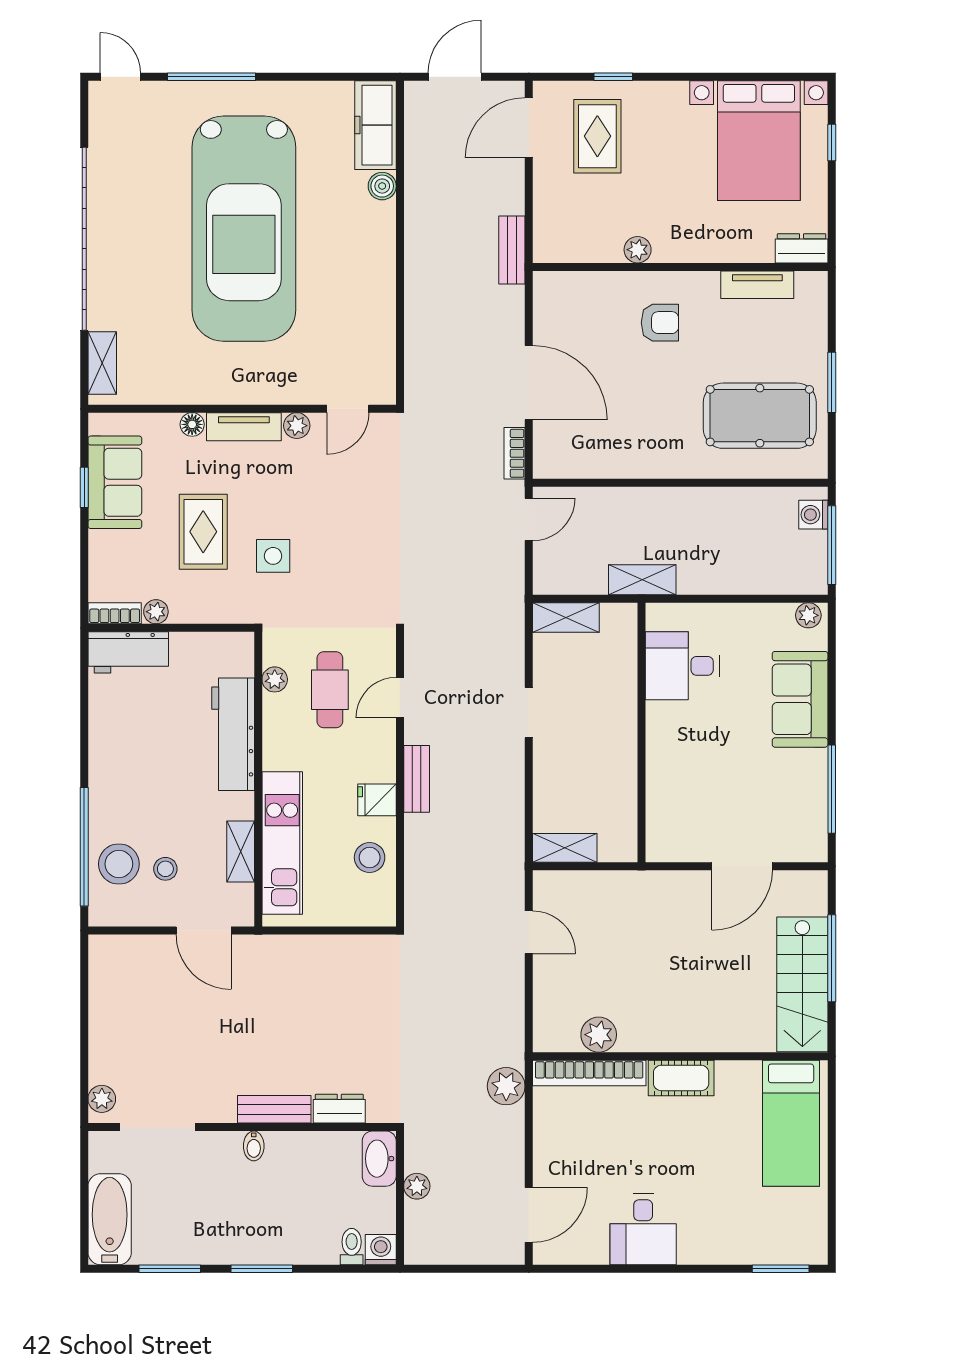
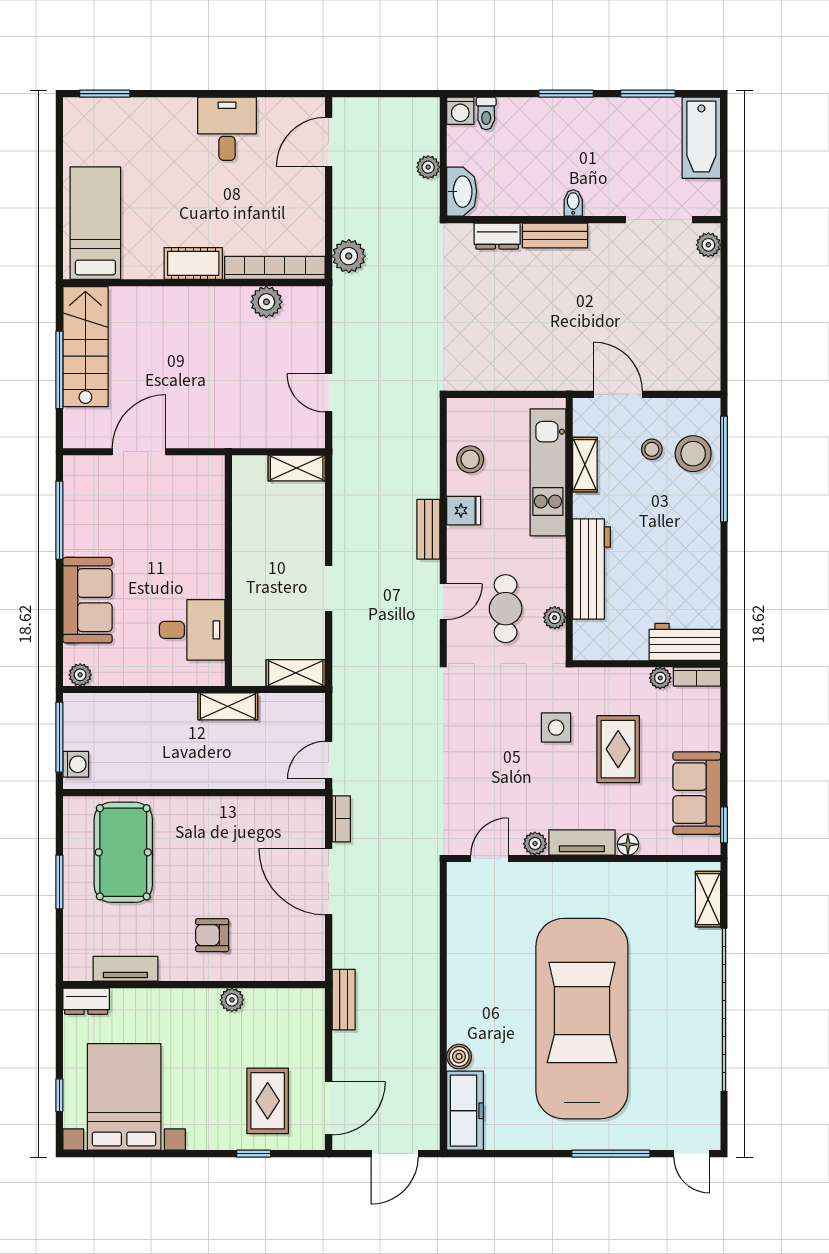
pool table: (760, 416) -> (123, 852), turned 90
window: (84, 487) -> (724, 825), moved

